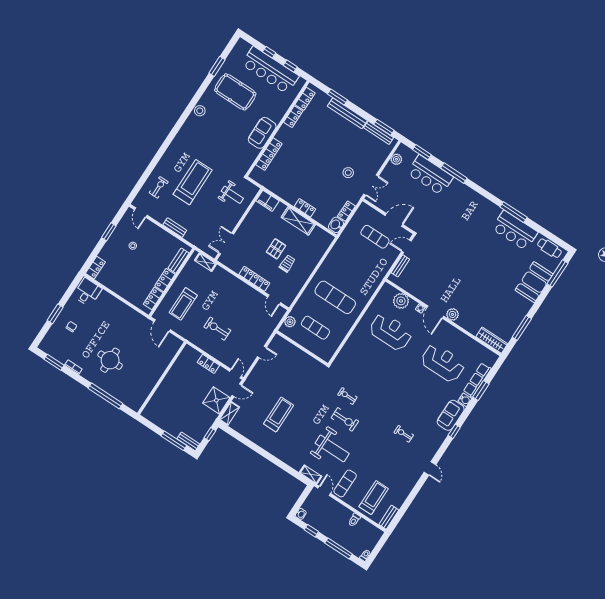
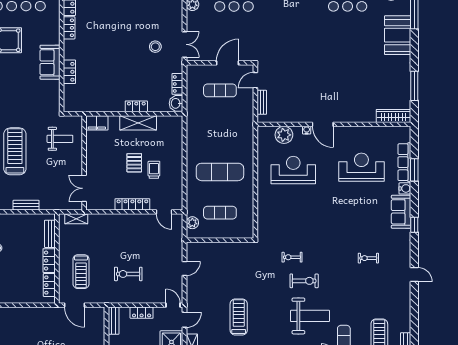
locker: (269, 154) -> (69, 72), width x0.66
plant: (453, 314) -> (341, 116), removed
bench: (184, 356) -> (114, 321), added

